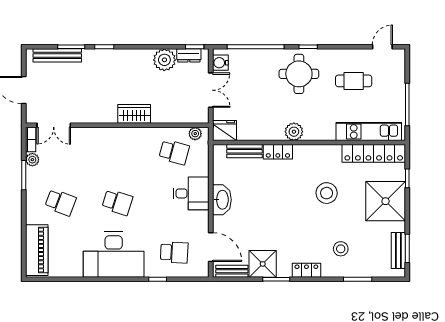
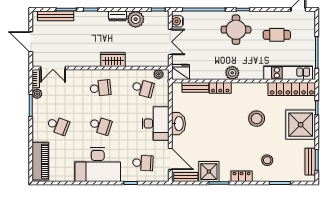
dresser: (189, 55) -> (117, 16), moved
school desk: (117, 152) -> (100, 88), added
desk: (191, 193) -> (156, 123), width x1.37

